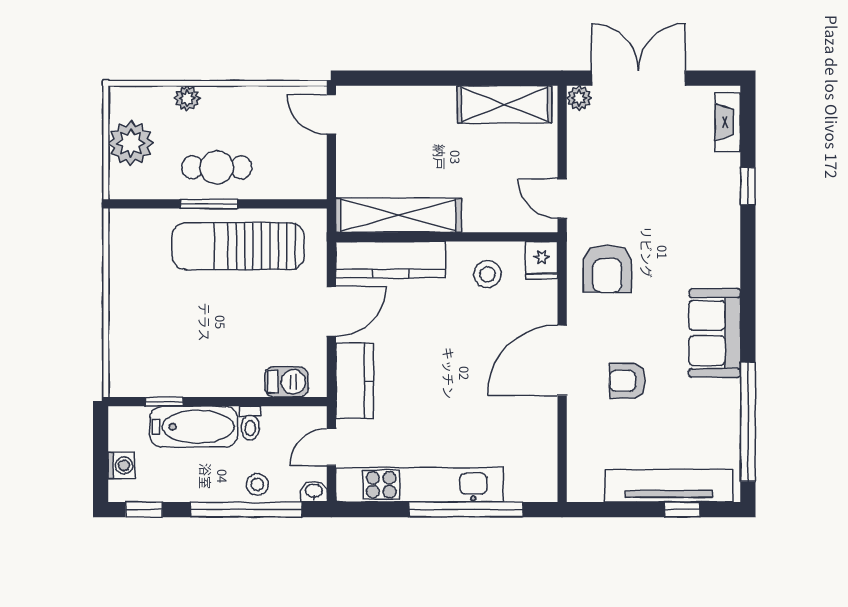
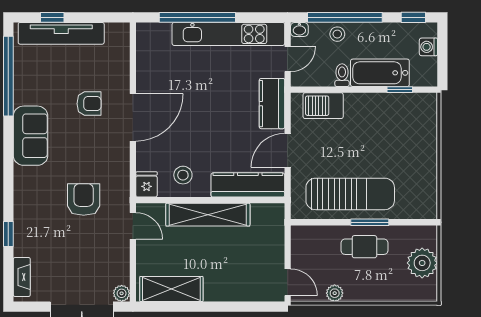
plant: (187, 98) -> (335, 293), moved
shelving: (398, 215) -> (208, 215), moved
armchair: (607, 269) -> (84, 199), moved
barbecue: (287, 382) -> (323, 106), width x1.38, depth x1.27

